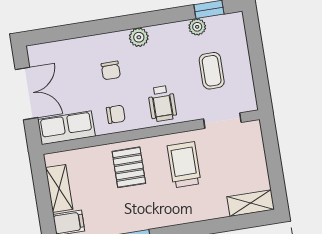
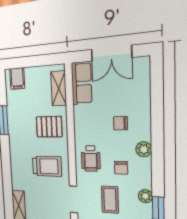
coffee table: (212, 71) -> (110, 200), turned 90
wheelchair: (162, 103) -> (91, 159), turned -90
chair: (116, 114) -> (121, 168), moved
shelving: (59, 188) -> (59, 88), moved, turned 90

